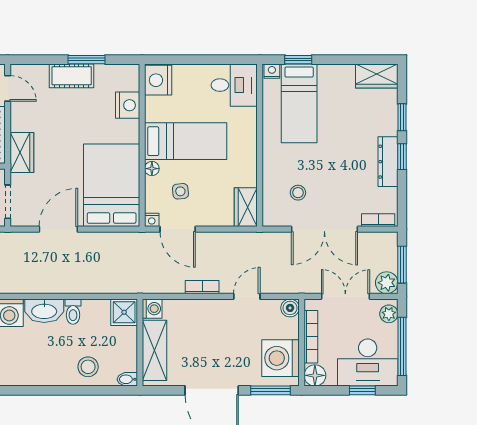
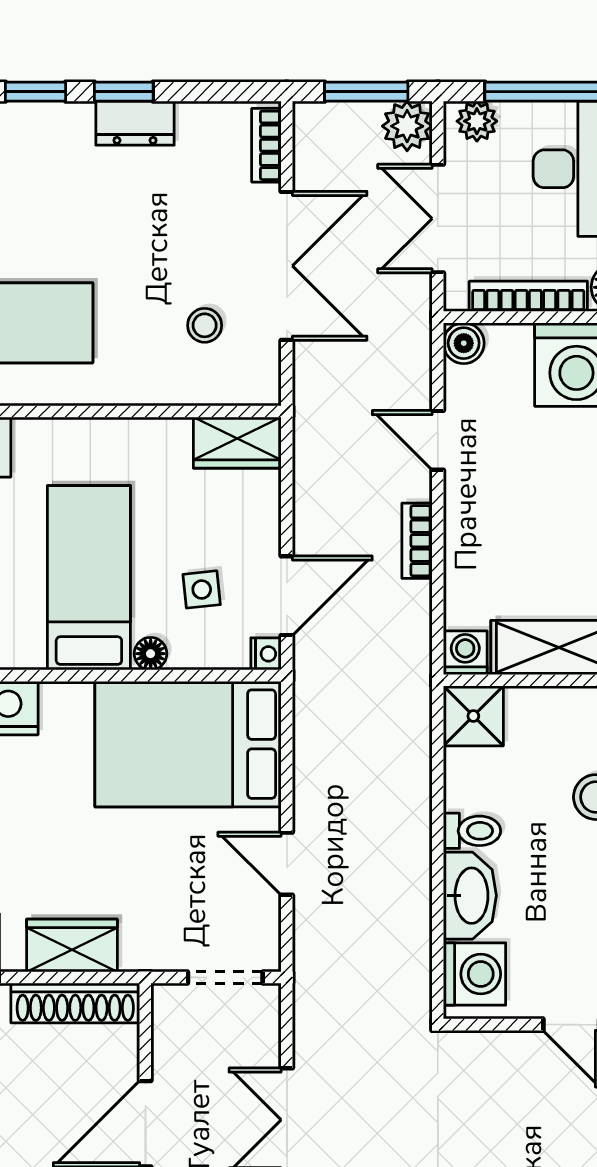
wardrobe: (22, 153) -> (72, 945), moved
dresser: (388, 162) -> (135, 123), width x0.70
door: (58, 229) -> (287, 864), width x0.73

